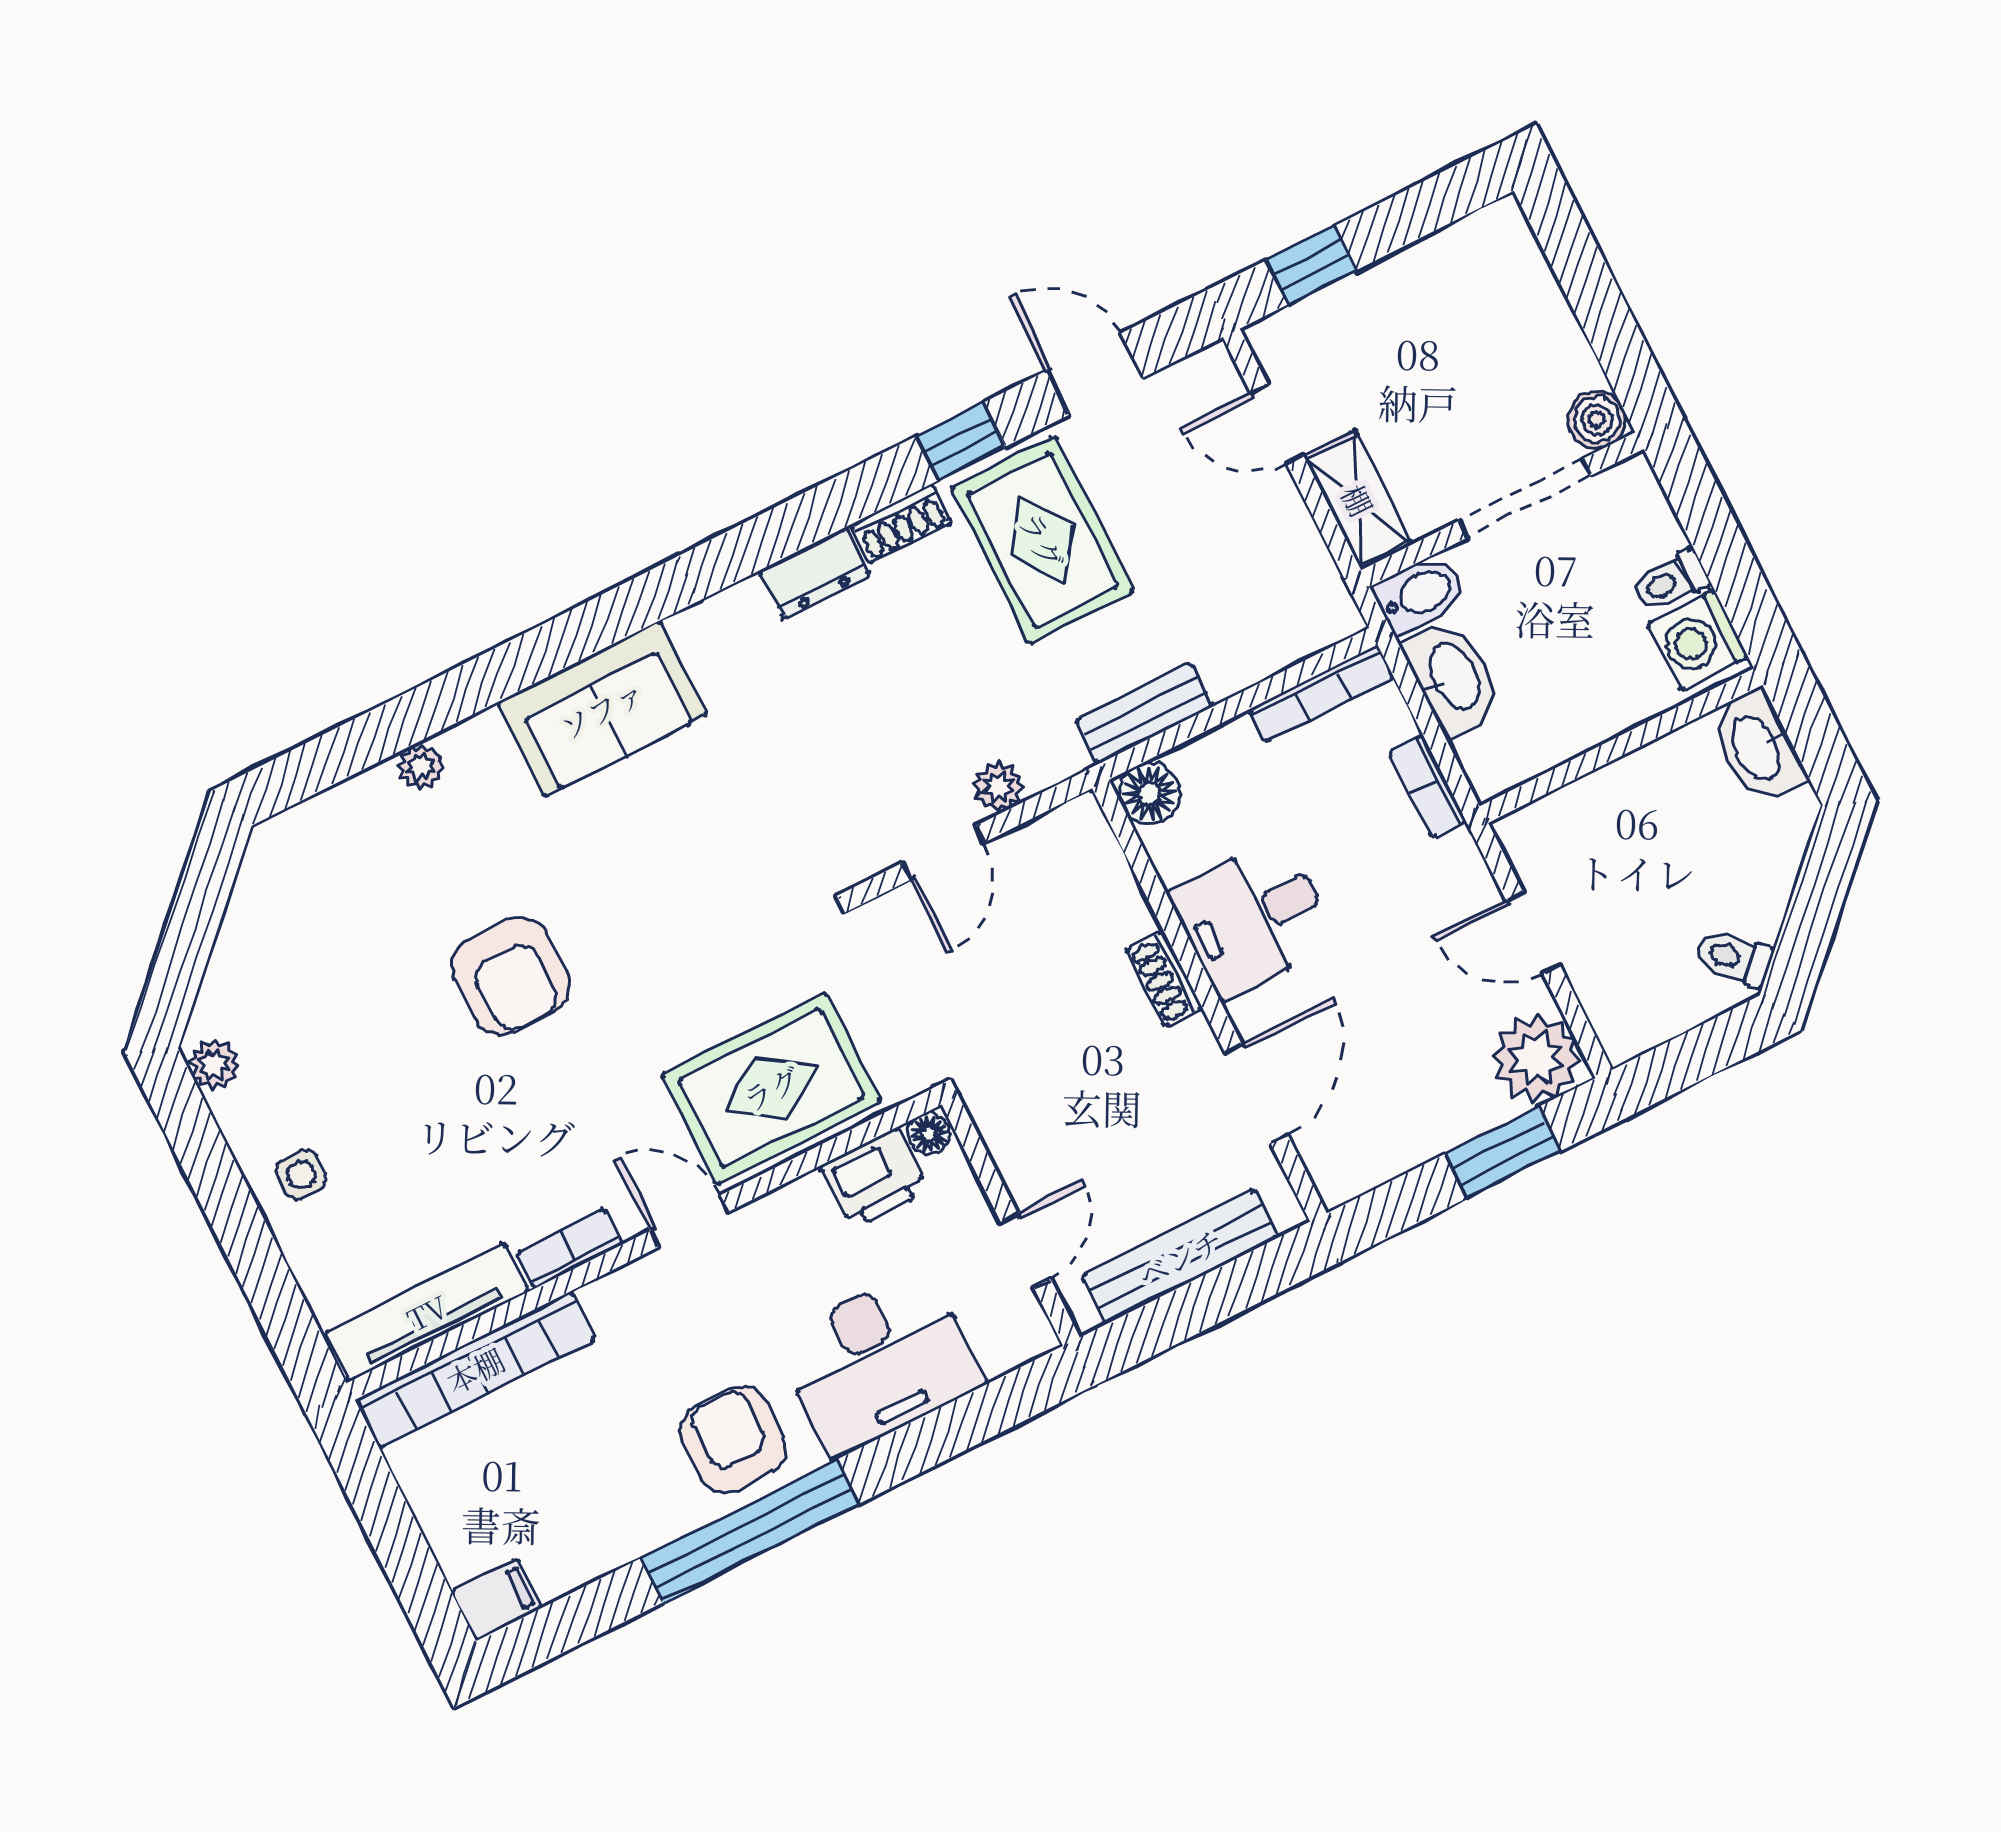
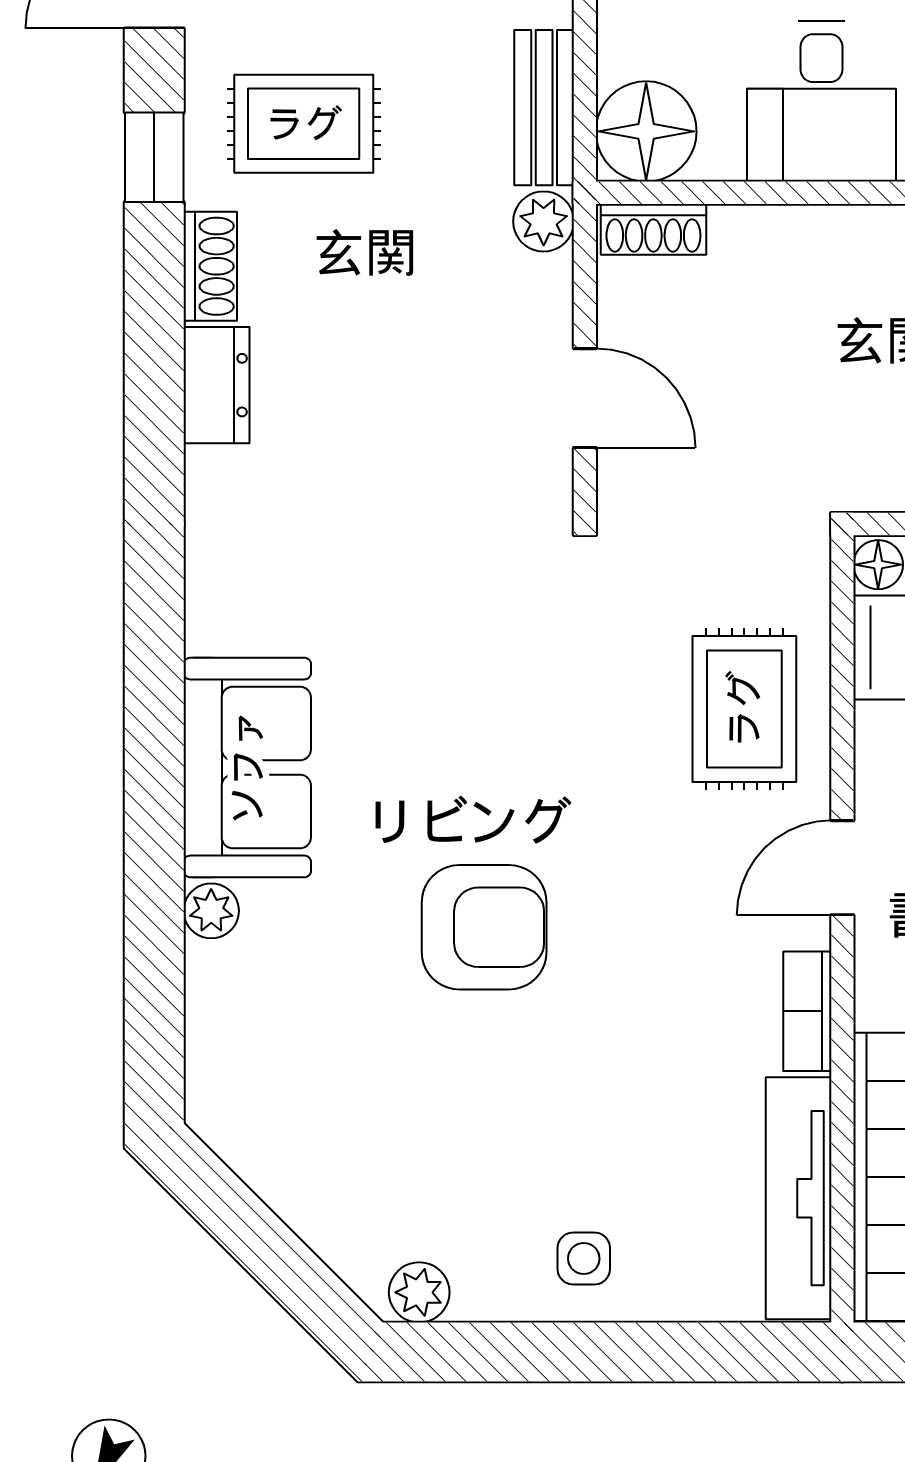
rug: (1042, 540) -> (304, 124), width x0.73, depth x0.70
sofa: (602, 709) -> (247, 767), moved
plant: (998, 786) -> (544, 221), moved
floor lamp: (1150, 793) -> (646, 131), width x1.38, depth x1.38
shoe rack: (1164, 979) -> (653, 229), moved
rug: (771, 1088) -> (744, 709), width x0.73, depth x0.70

